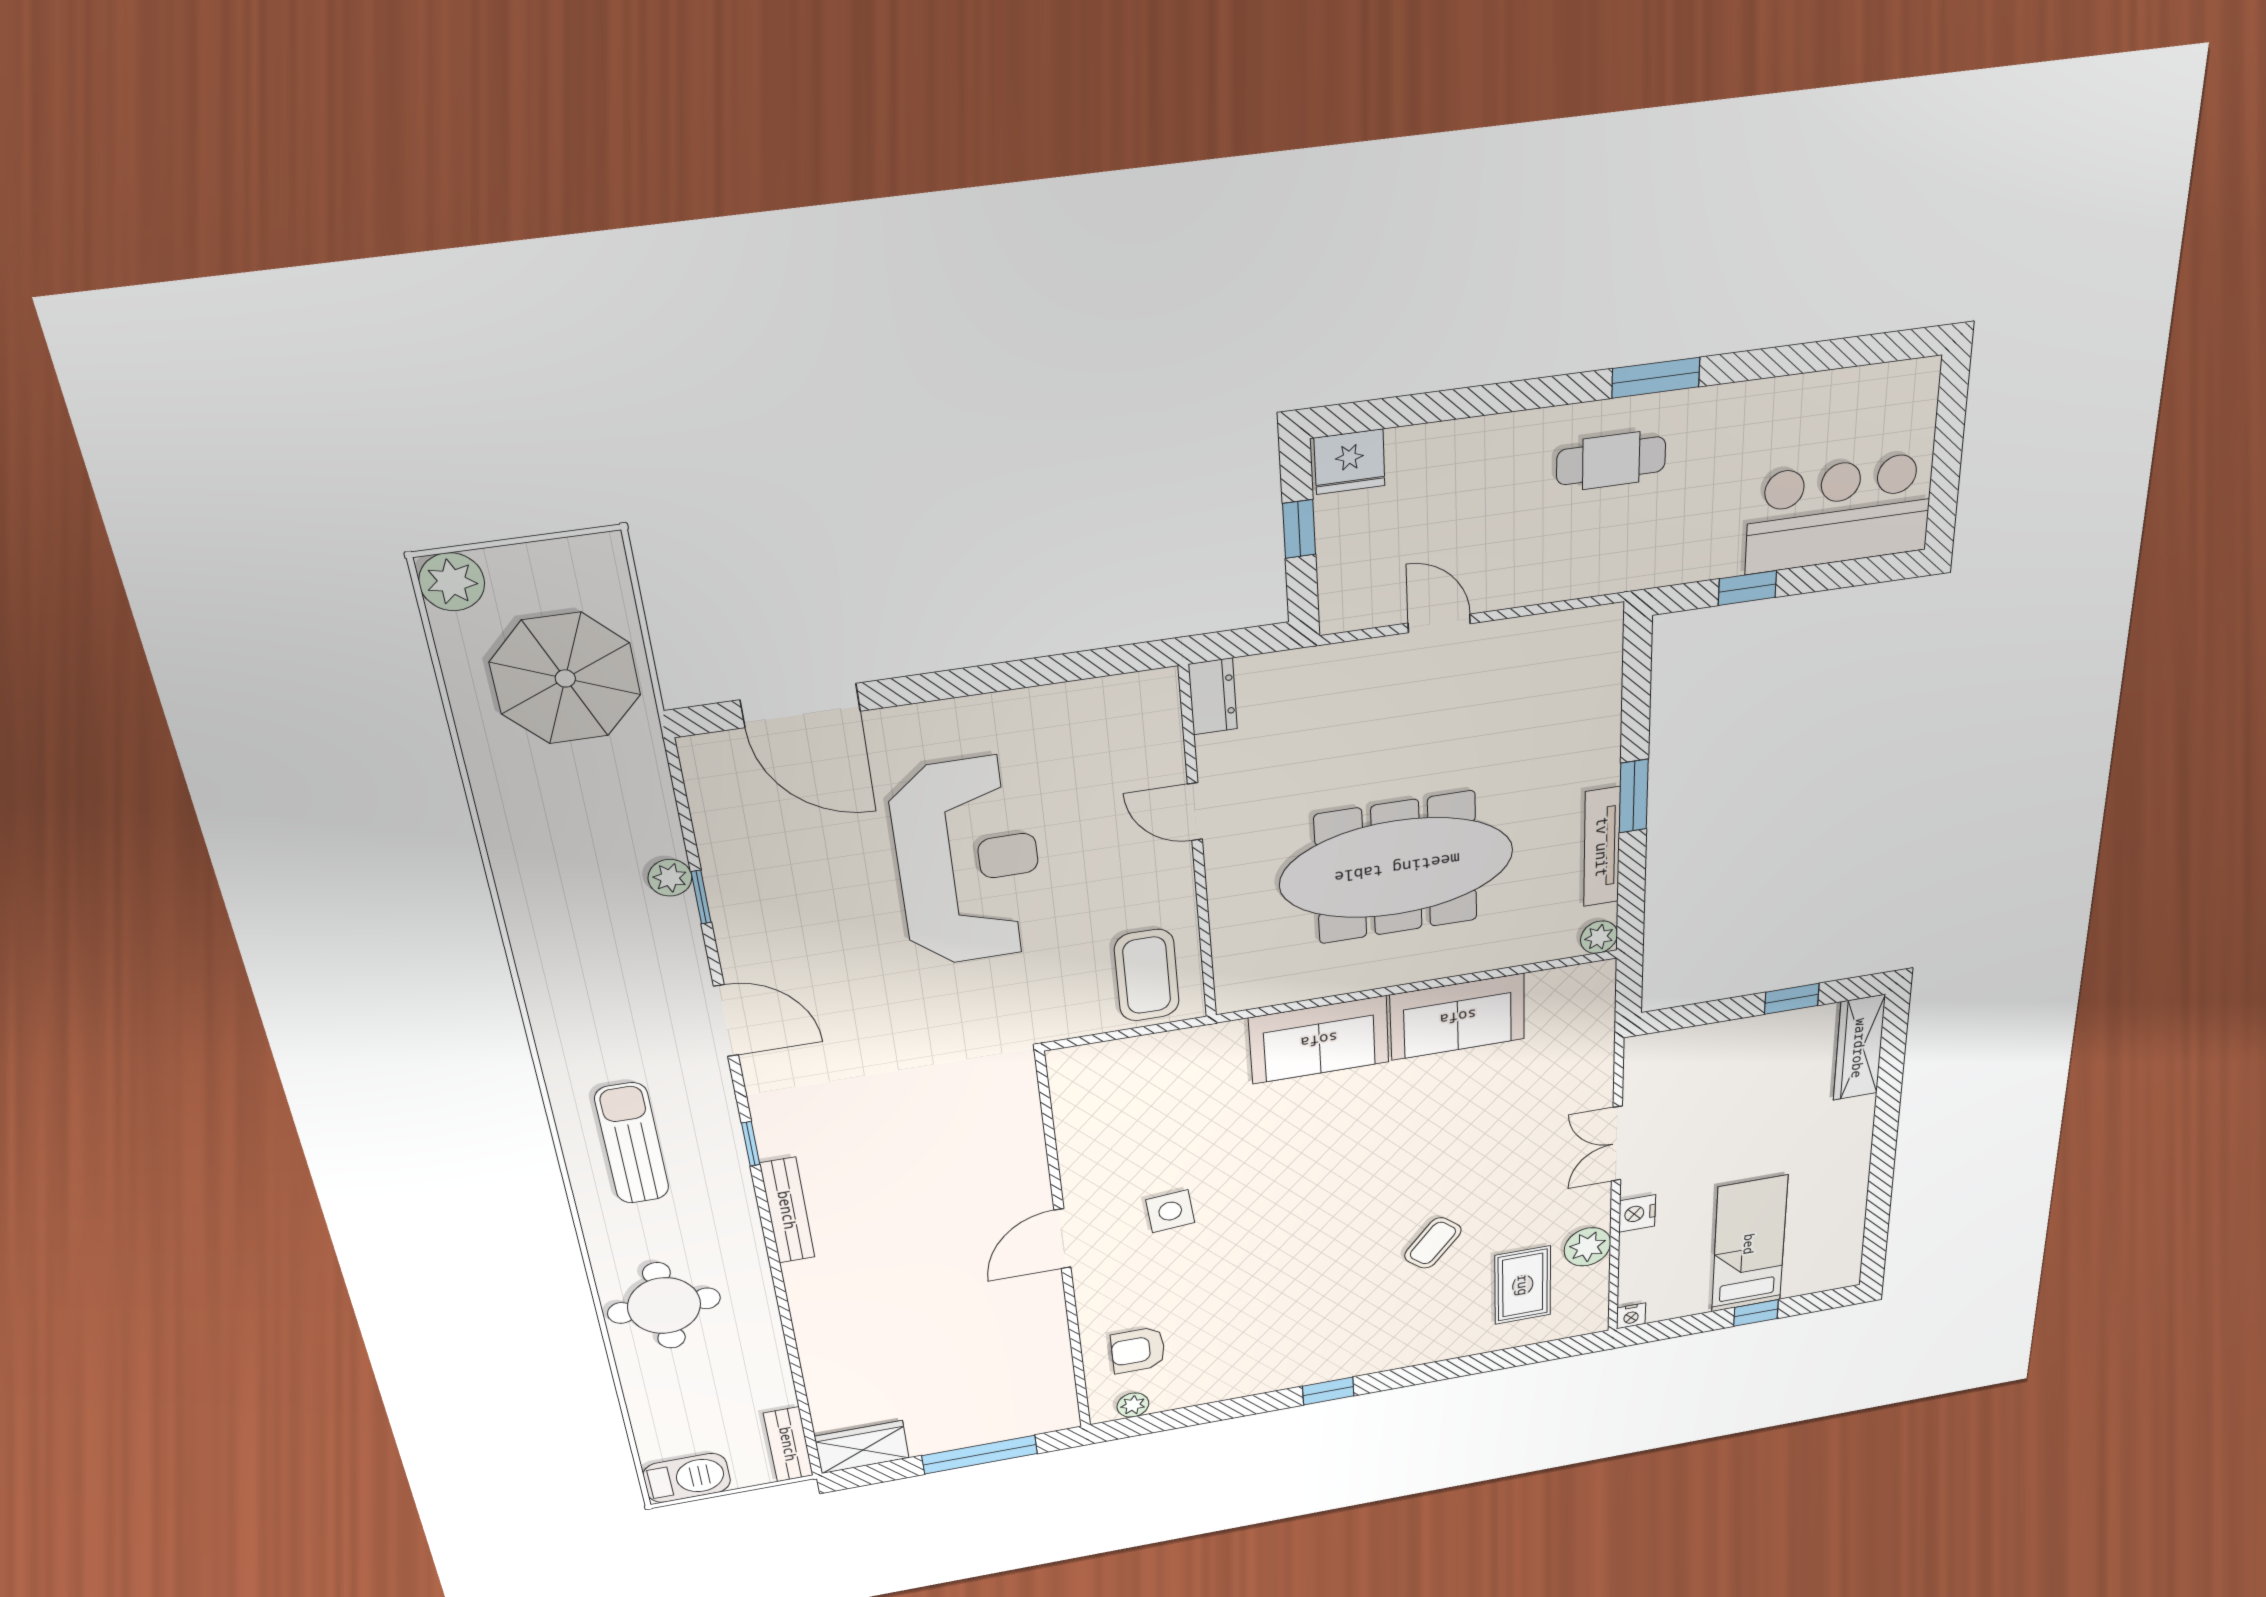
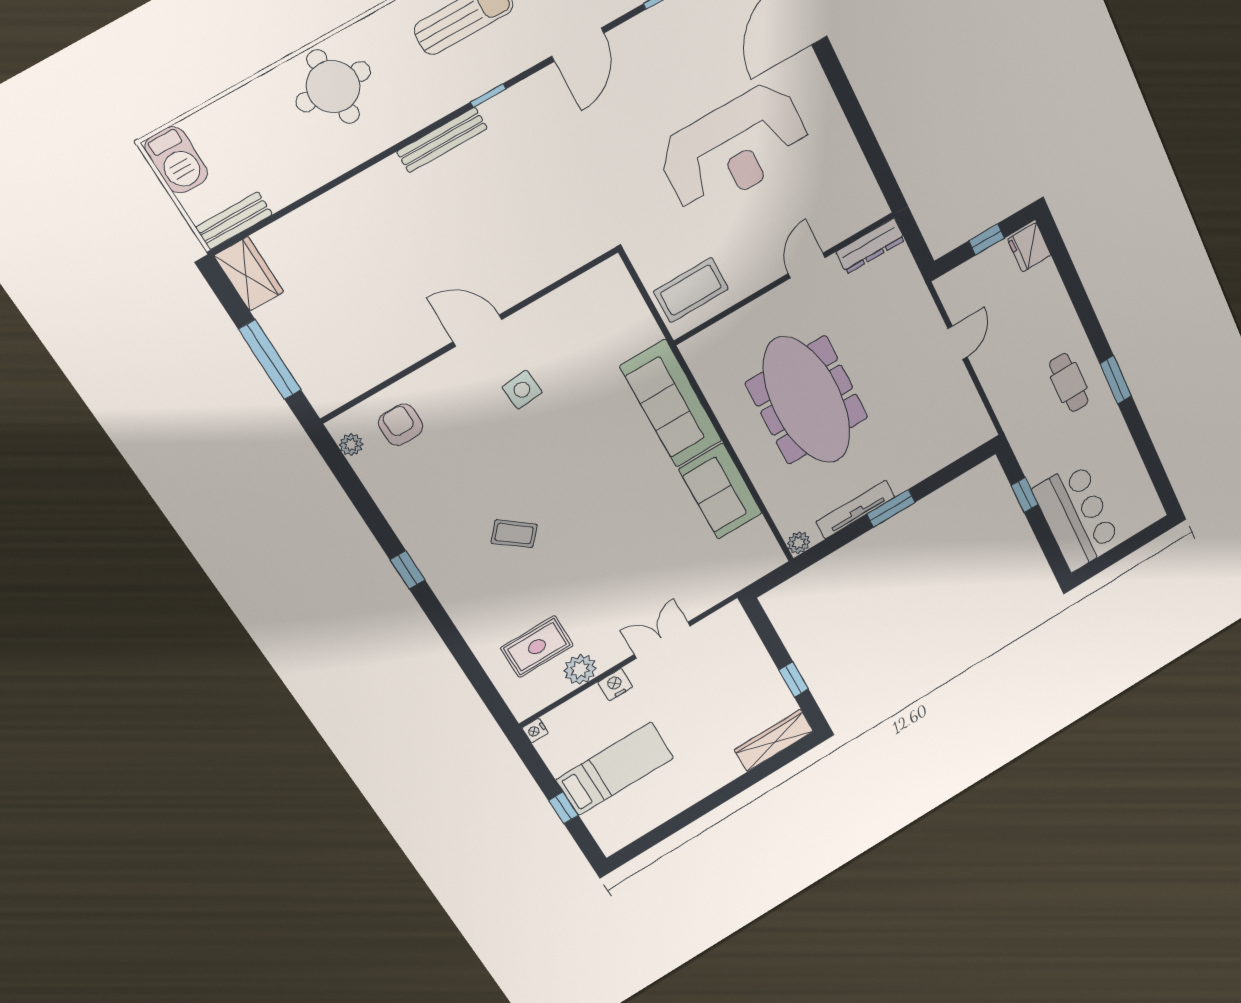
dresser: (1213, 697) -> (870, 246), width x1.44
sofa: (1319, 1040) -> (671, 404), width x1.36
coffee table: (1433, 1243) -> (514, 534), moved

